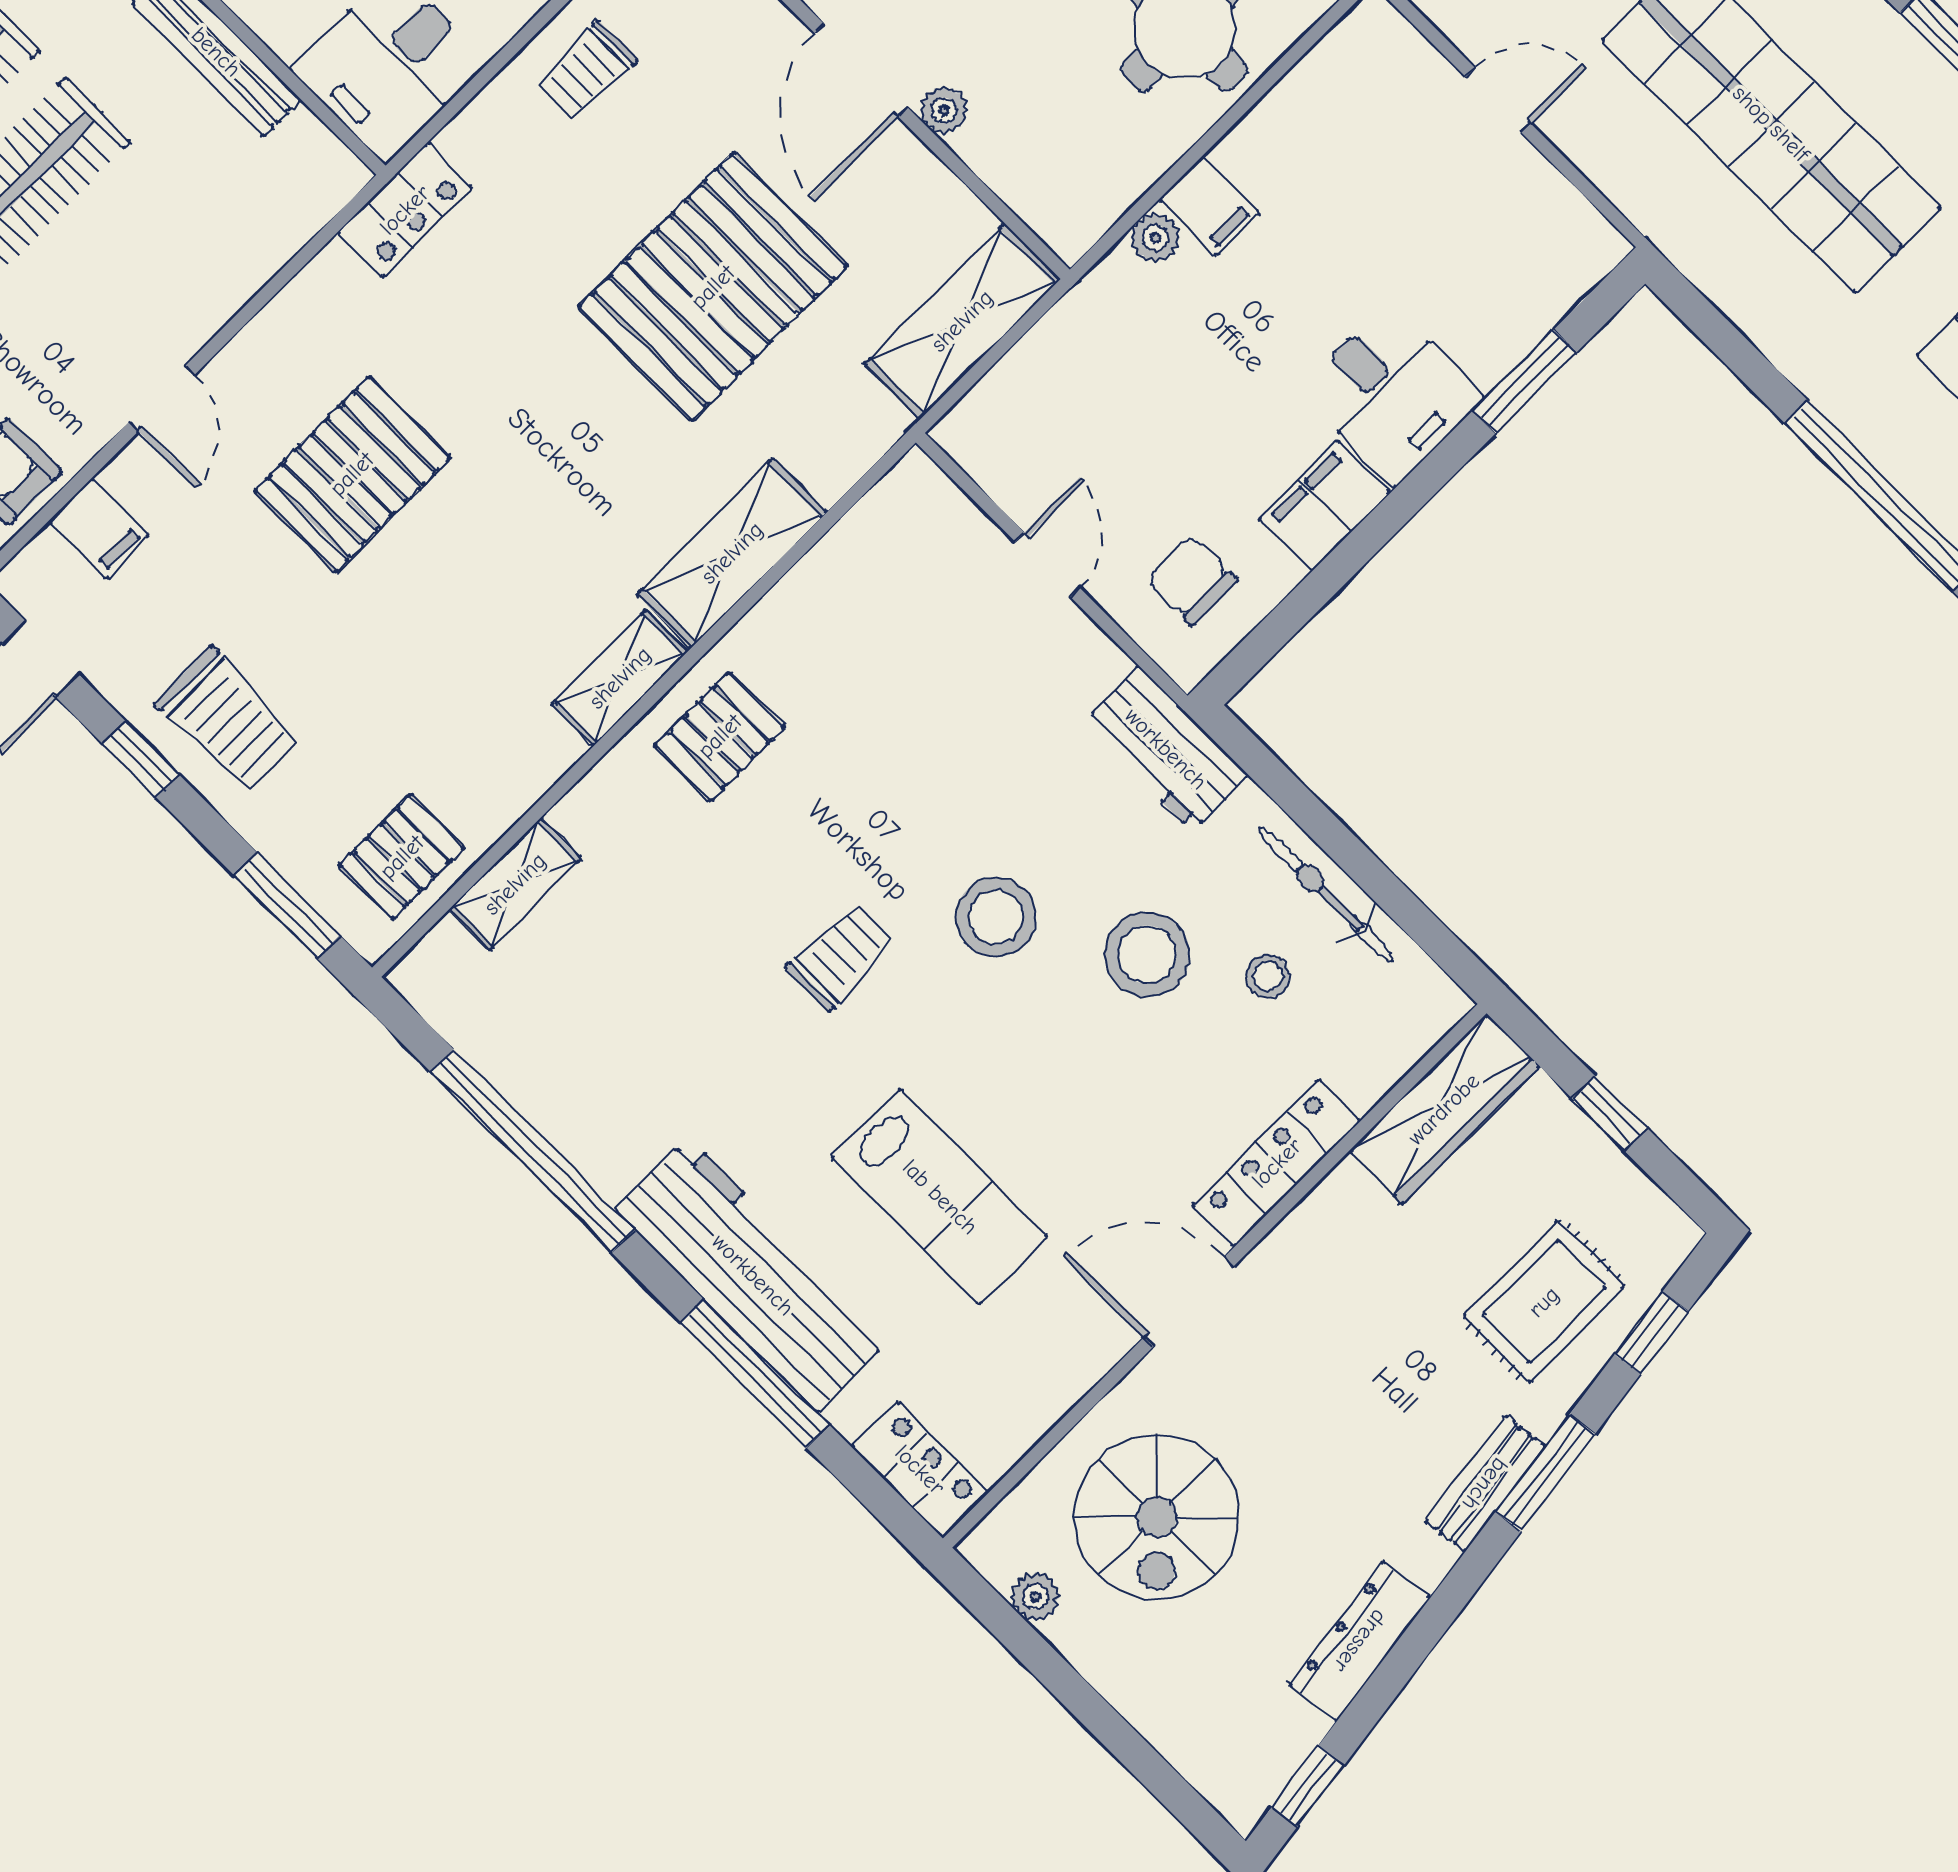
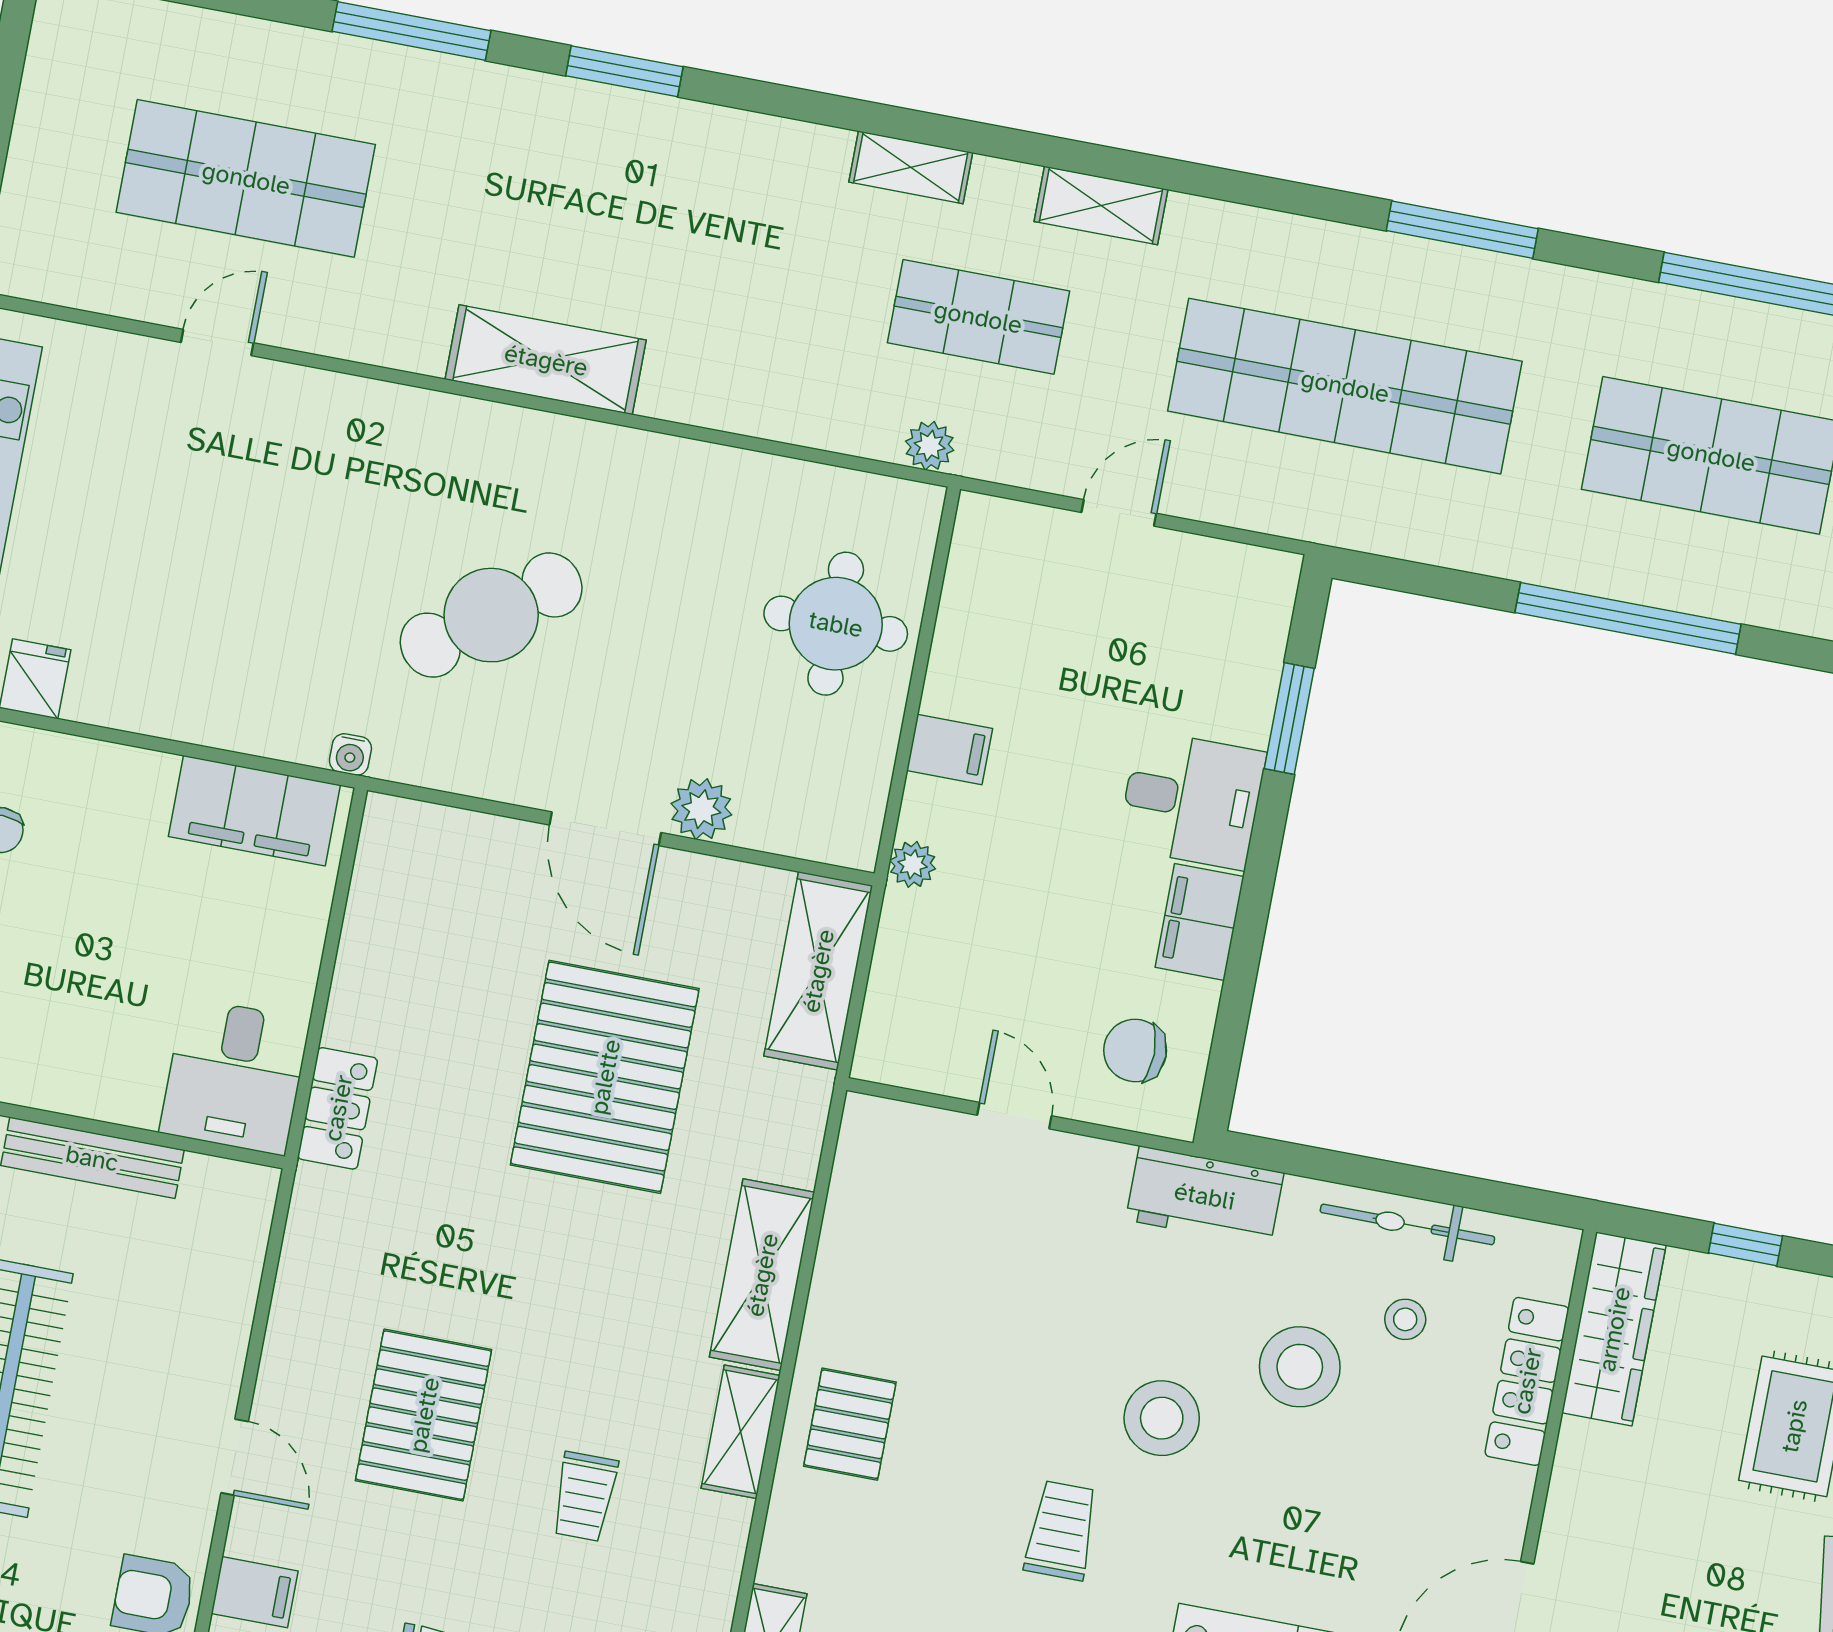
trolley: (587, 71) -> (585, 1497), moved
plant: (944, 110) -> (701, 809), width x1.38, depth x1.38
locker: (405, 210) -> (338, 1108), moved
plant: (1155, 238) -> (913, 864), moved
locker: (1277, 1163) -> (1527, 1381), moved

